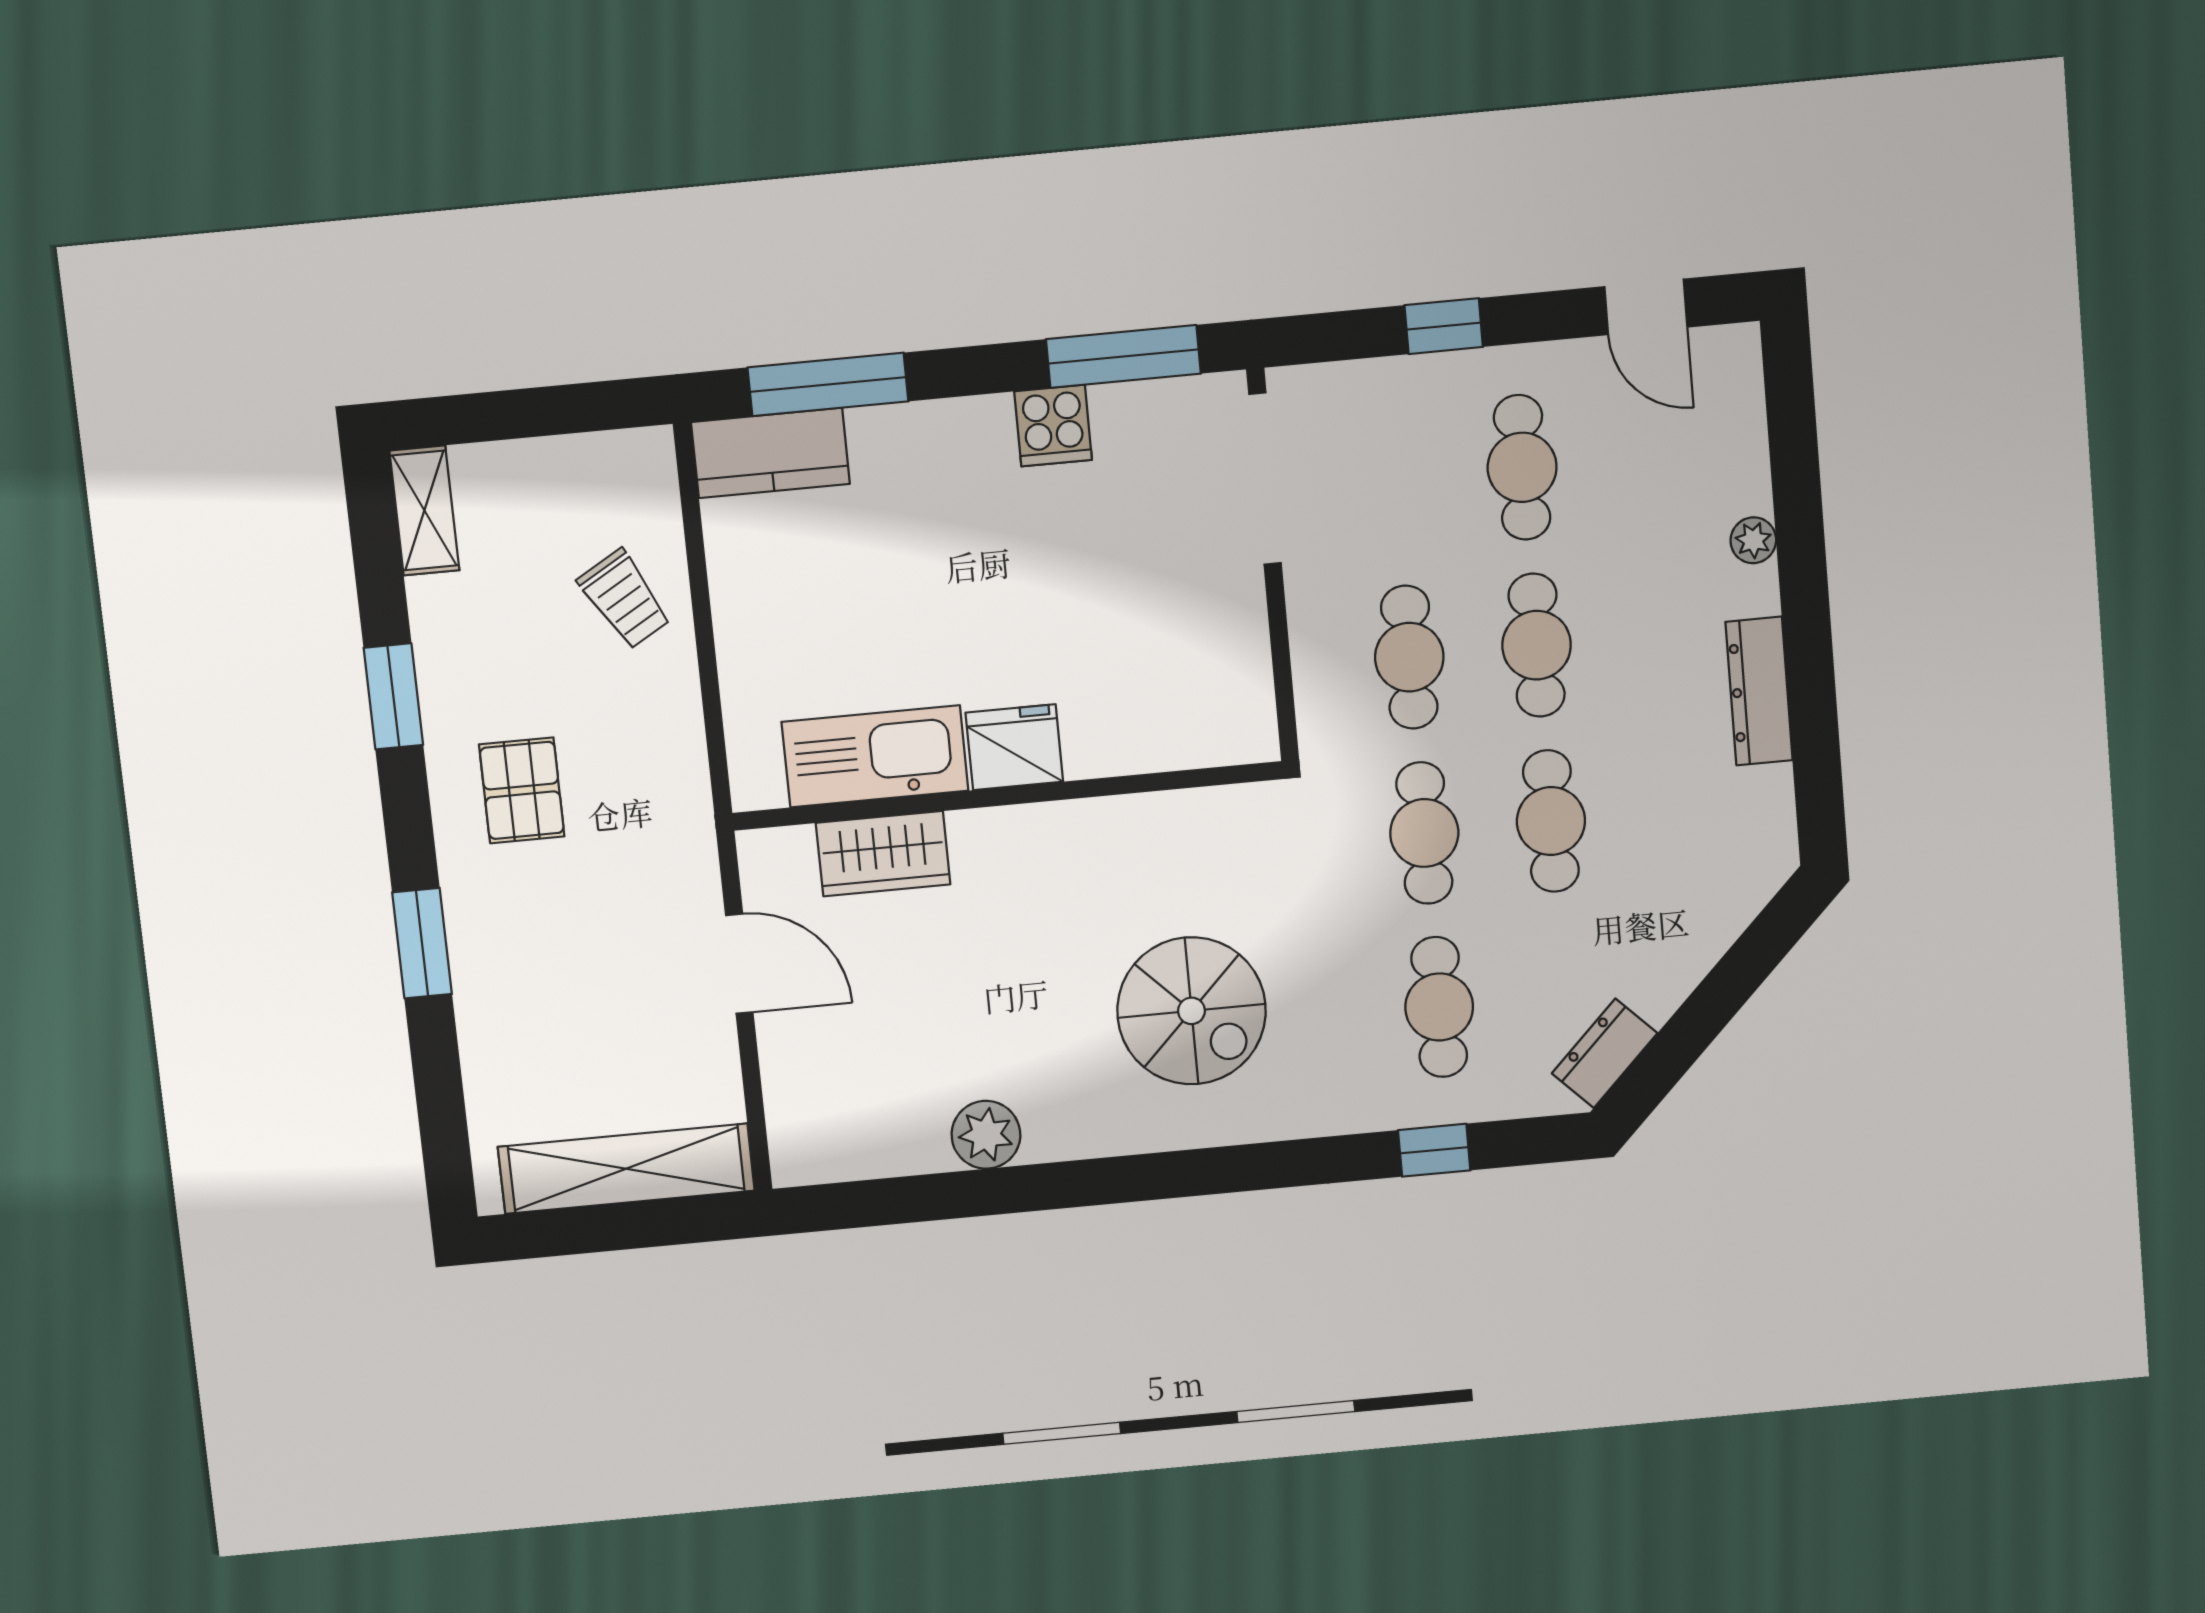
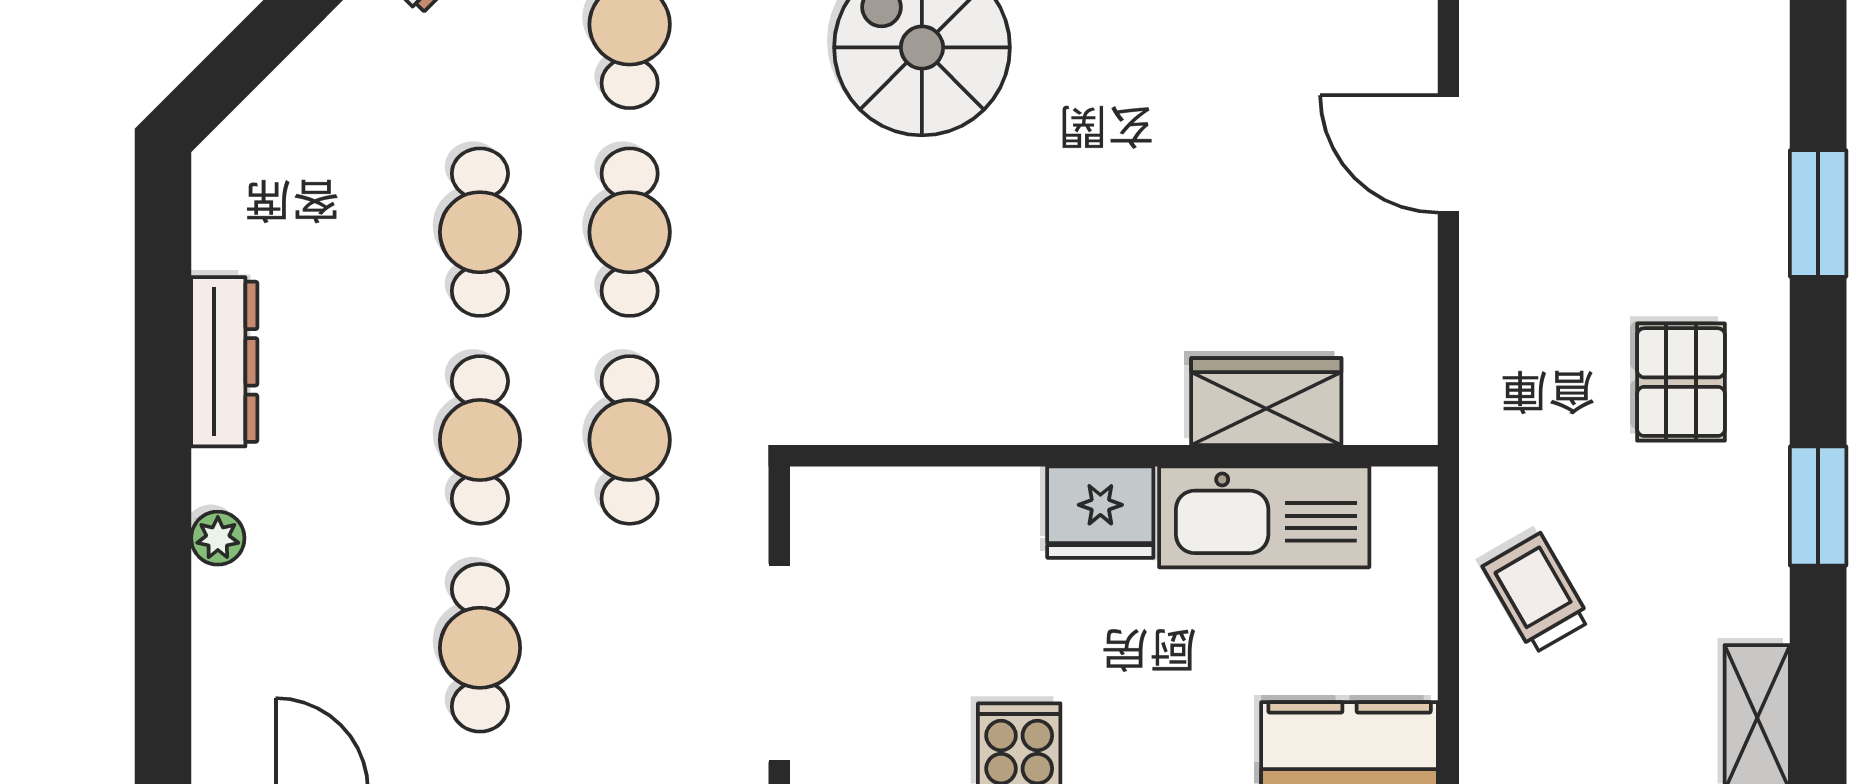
fridge: (1014, 747) -> (1100, 512), moved
kitchen sink: (875, 756) -> (1264, 517), moved
wall: (1008, 796) -> (1114, 456), moved
wardrobe: (883, 854) -> (1266, 402), moved

